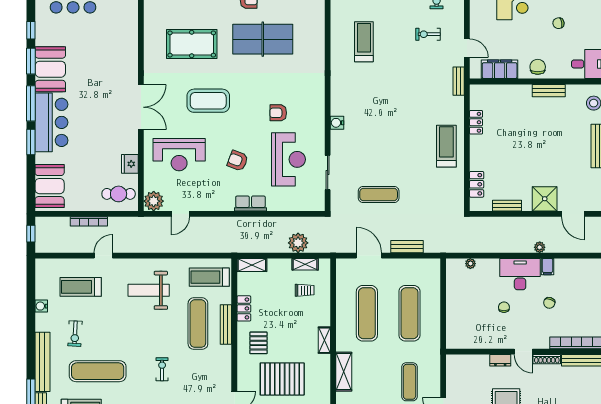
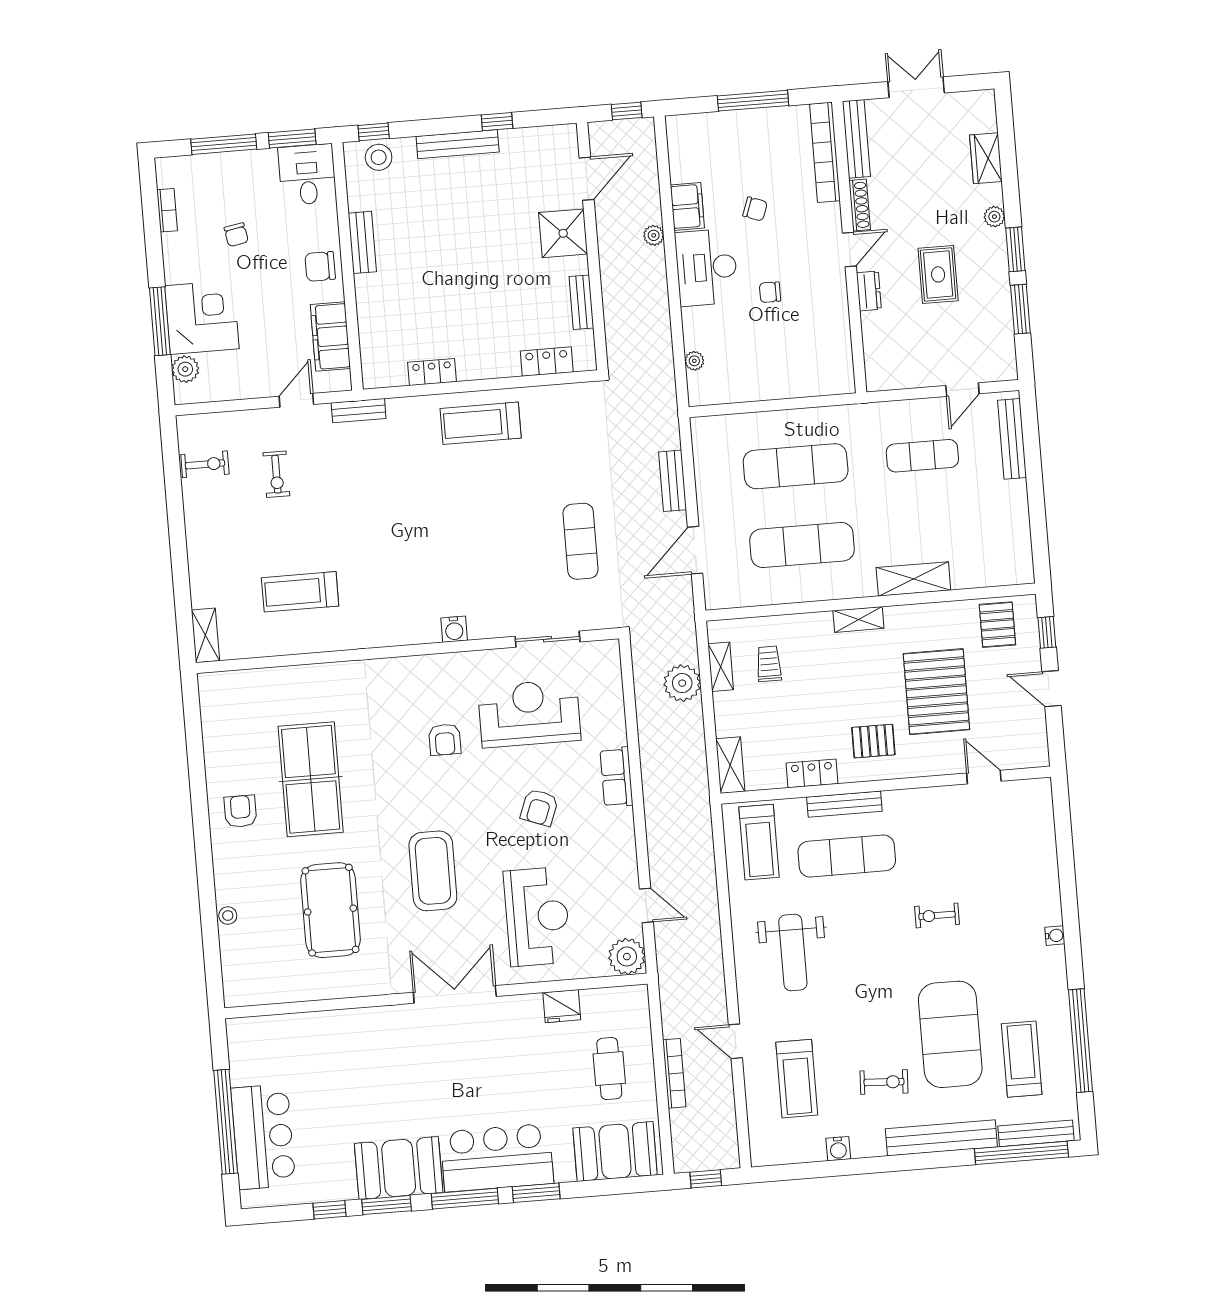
cafe table: (119, 194) -> (609, 1069), moved
filing cabinet: (547, 267) -> (687, 206), width x2.00
exercise mat: (98, 371) -> (950, 1034), width x1.47

